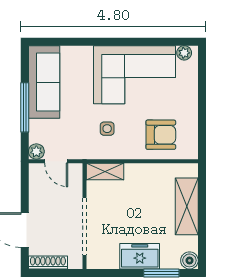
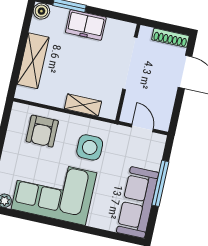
side table: (107, 129) -> (90, 147), width x1.87, depth x1.87
armchair: (161, 135) -> (42, 131), turned -90
plant: (36, 151) -> (159, 141), removed
shelving: (105, 172) -> (83, 105), moved

